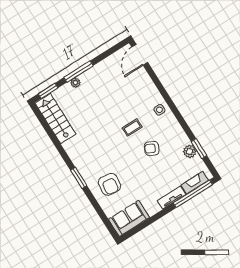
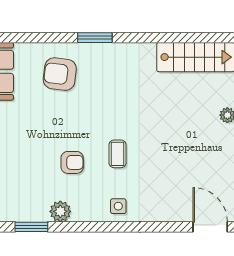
armchair: (152, 148) -> (72, 162), turned 63
plant: (190, 151) -> (60, 211), moved

